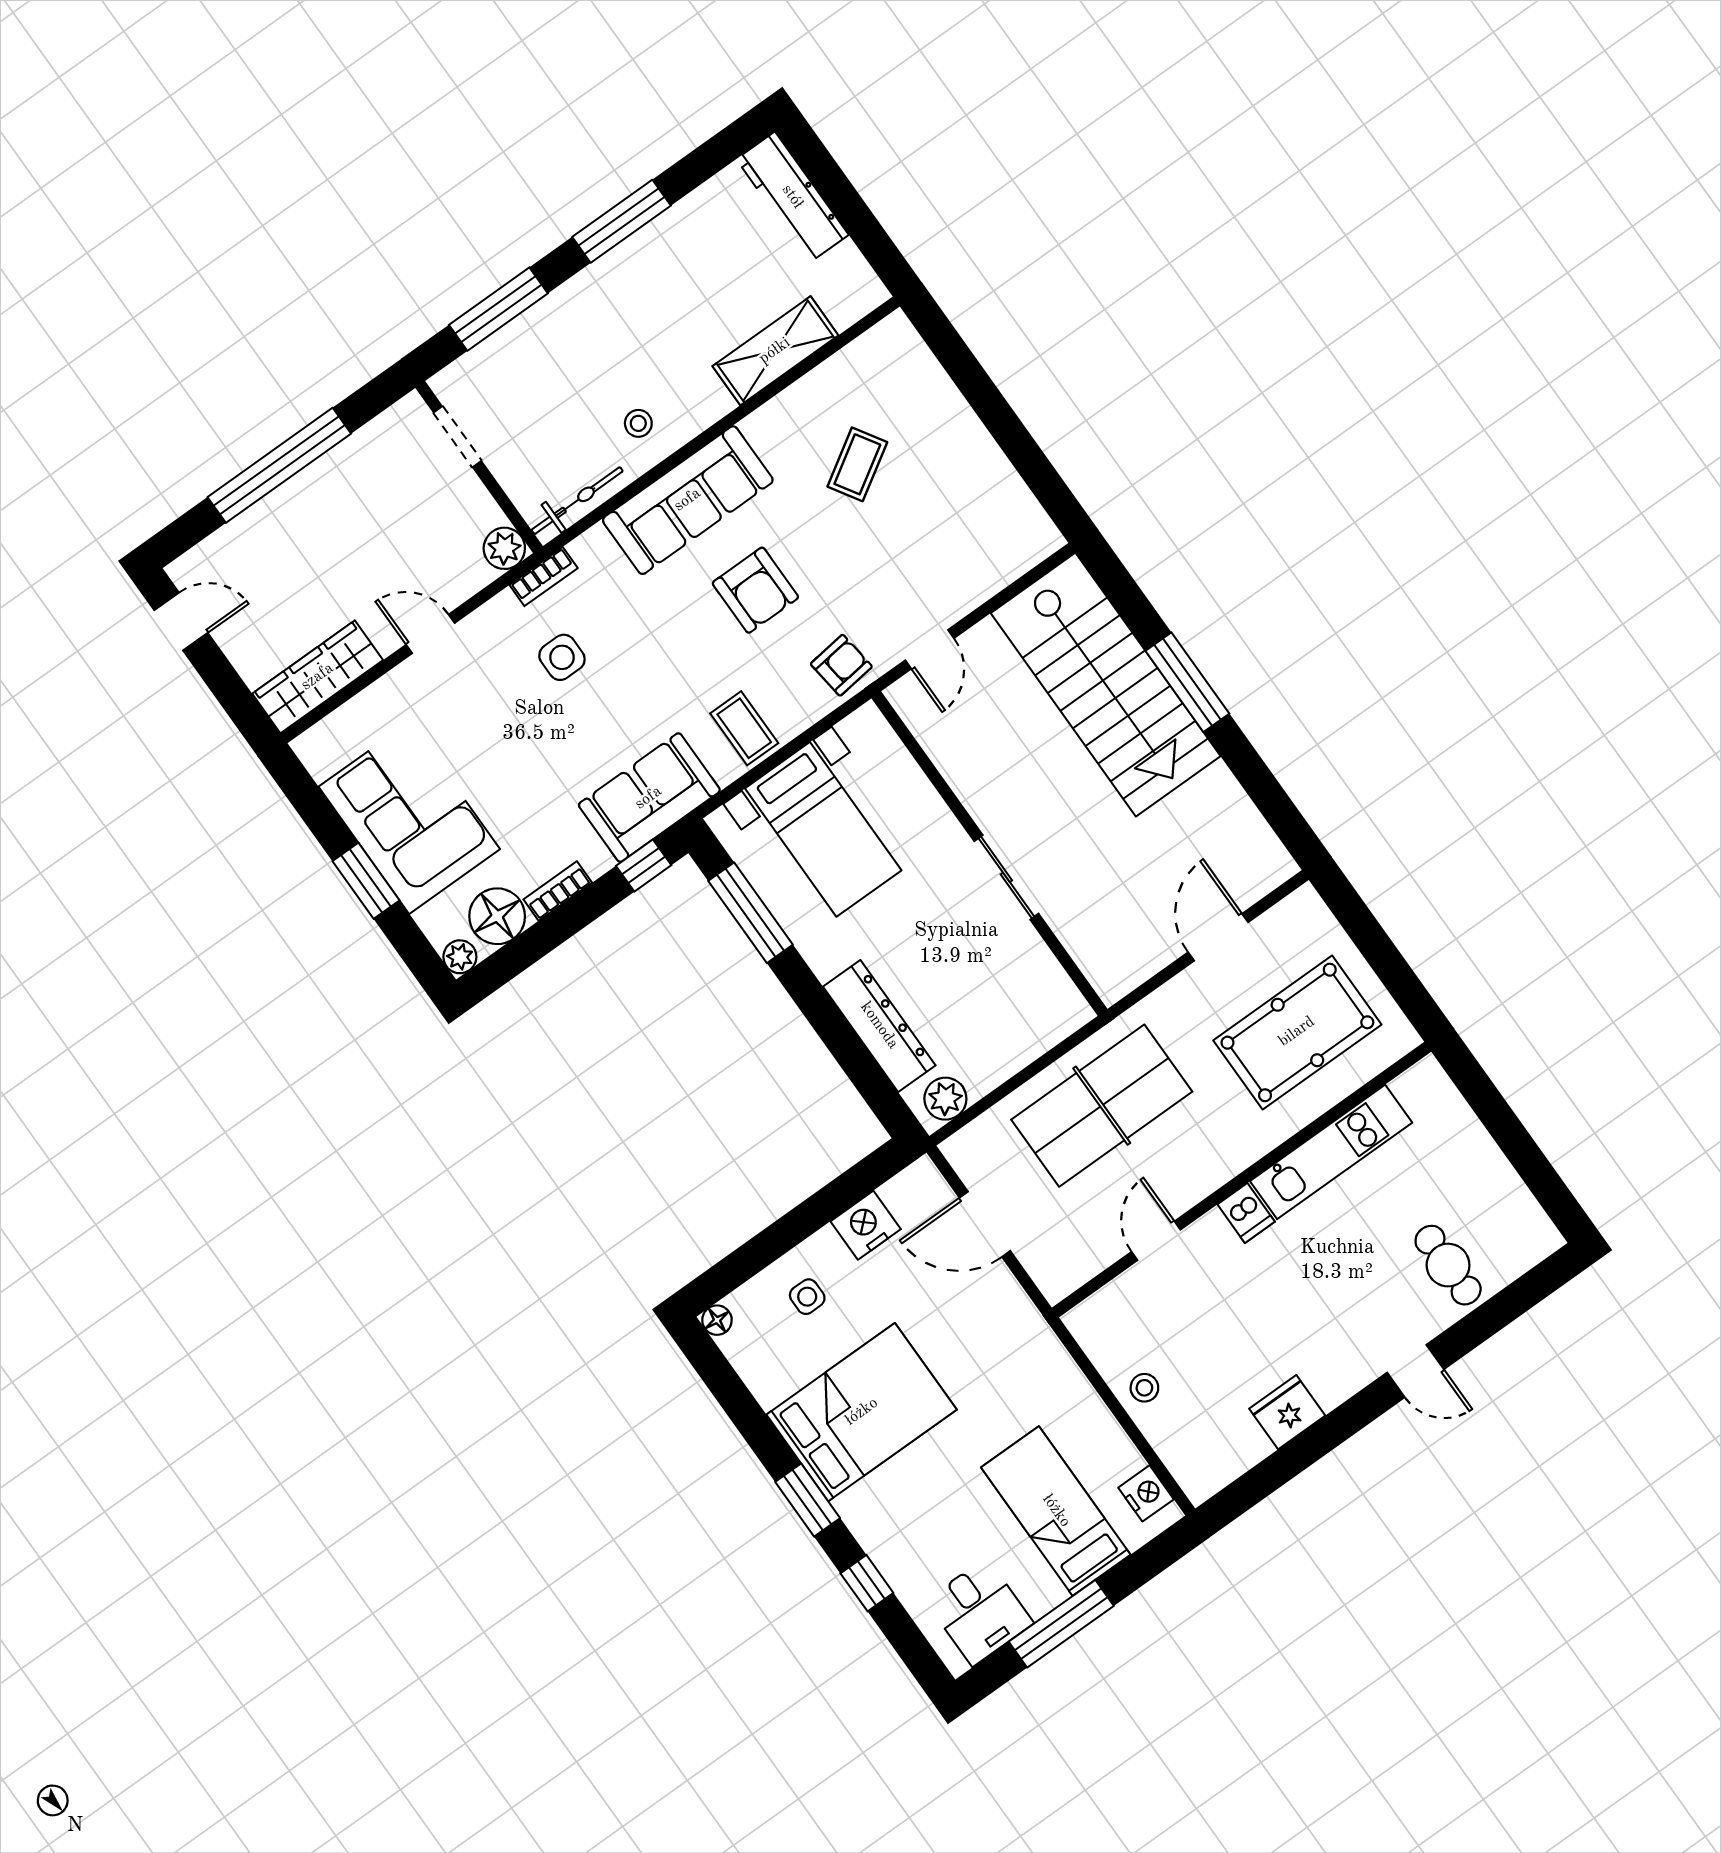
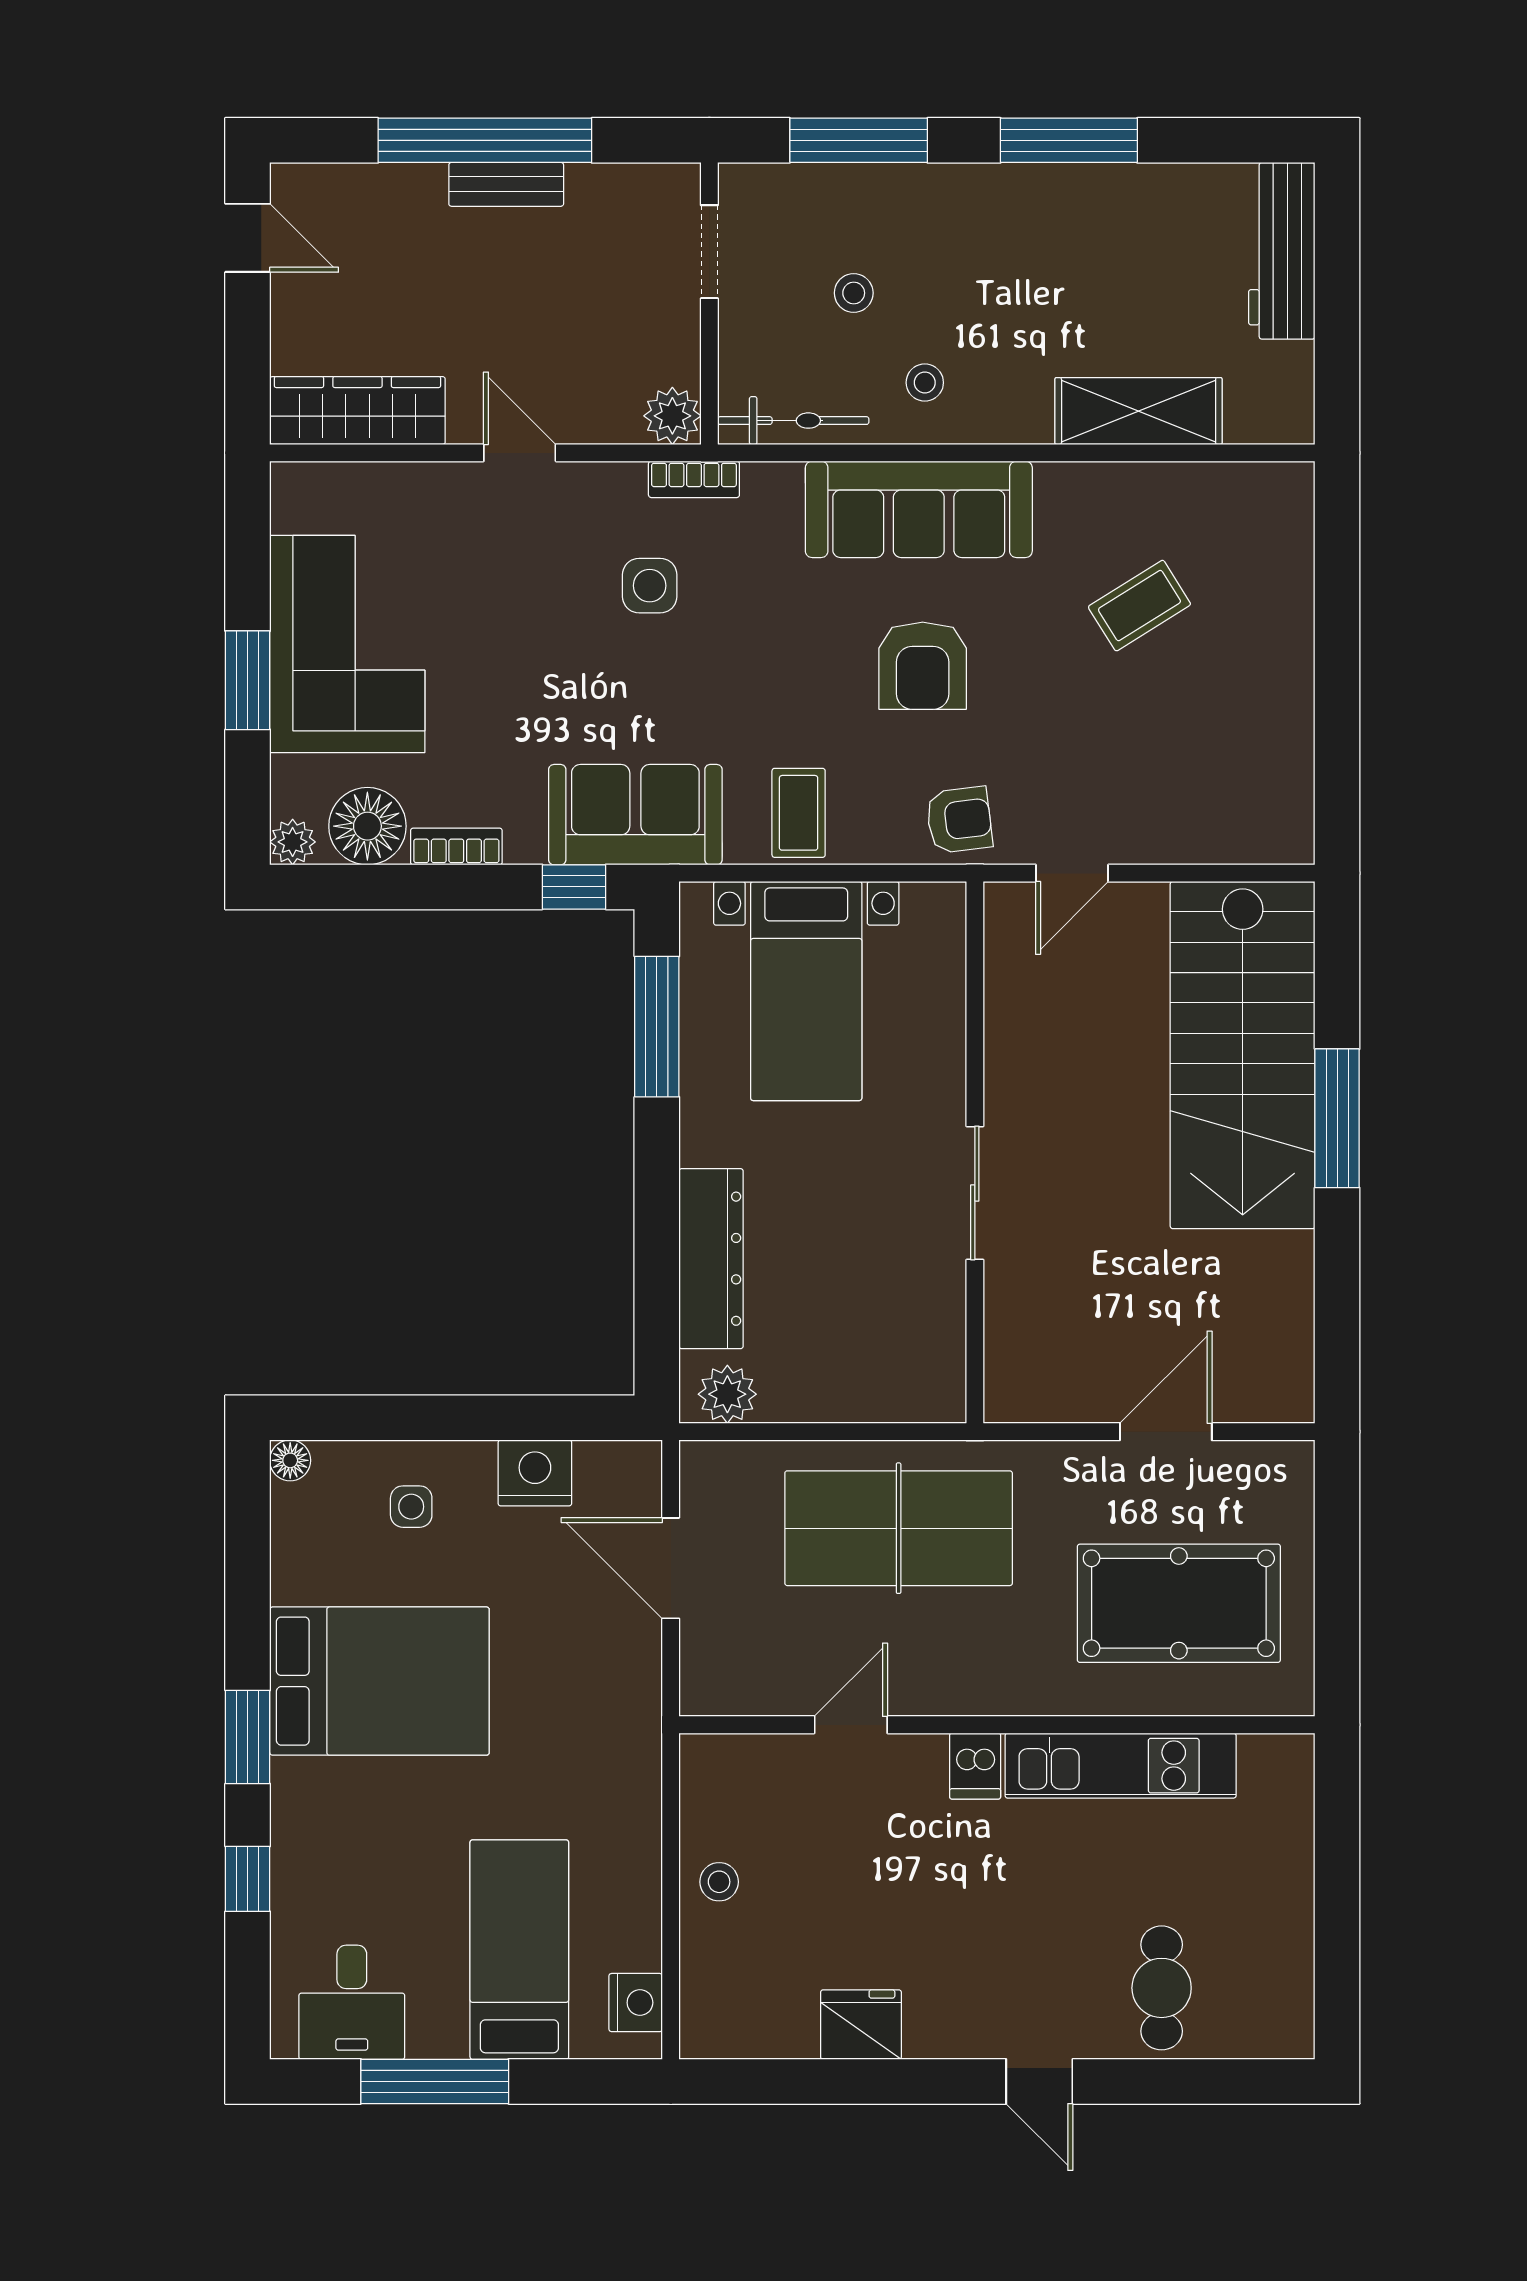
stool: (559, 401) -> (854, 293), added
bench: (310, 482) -> (506, 184), added

